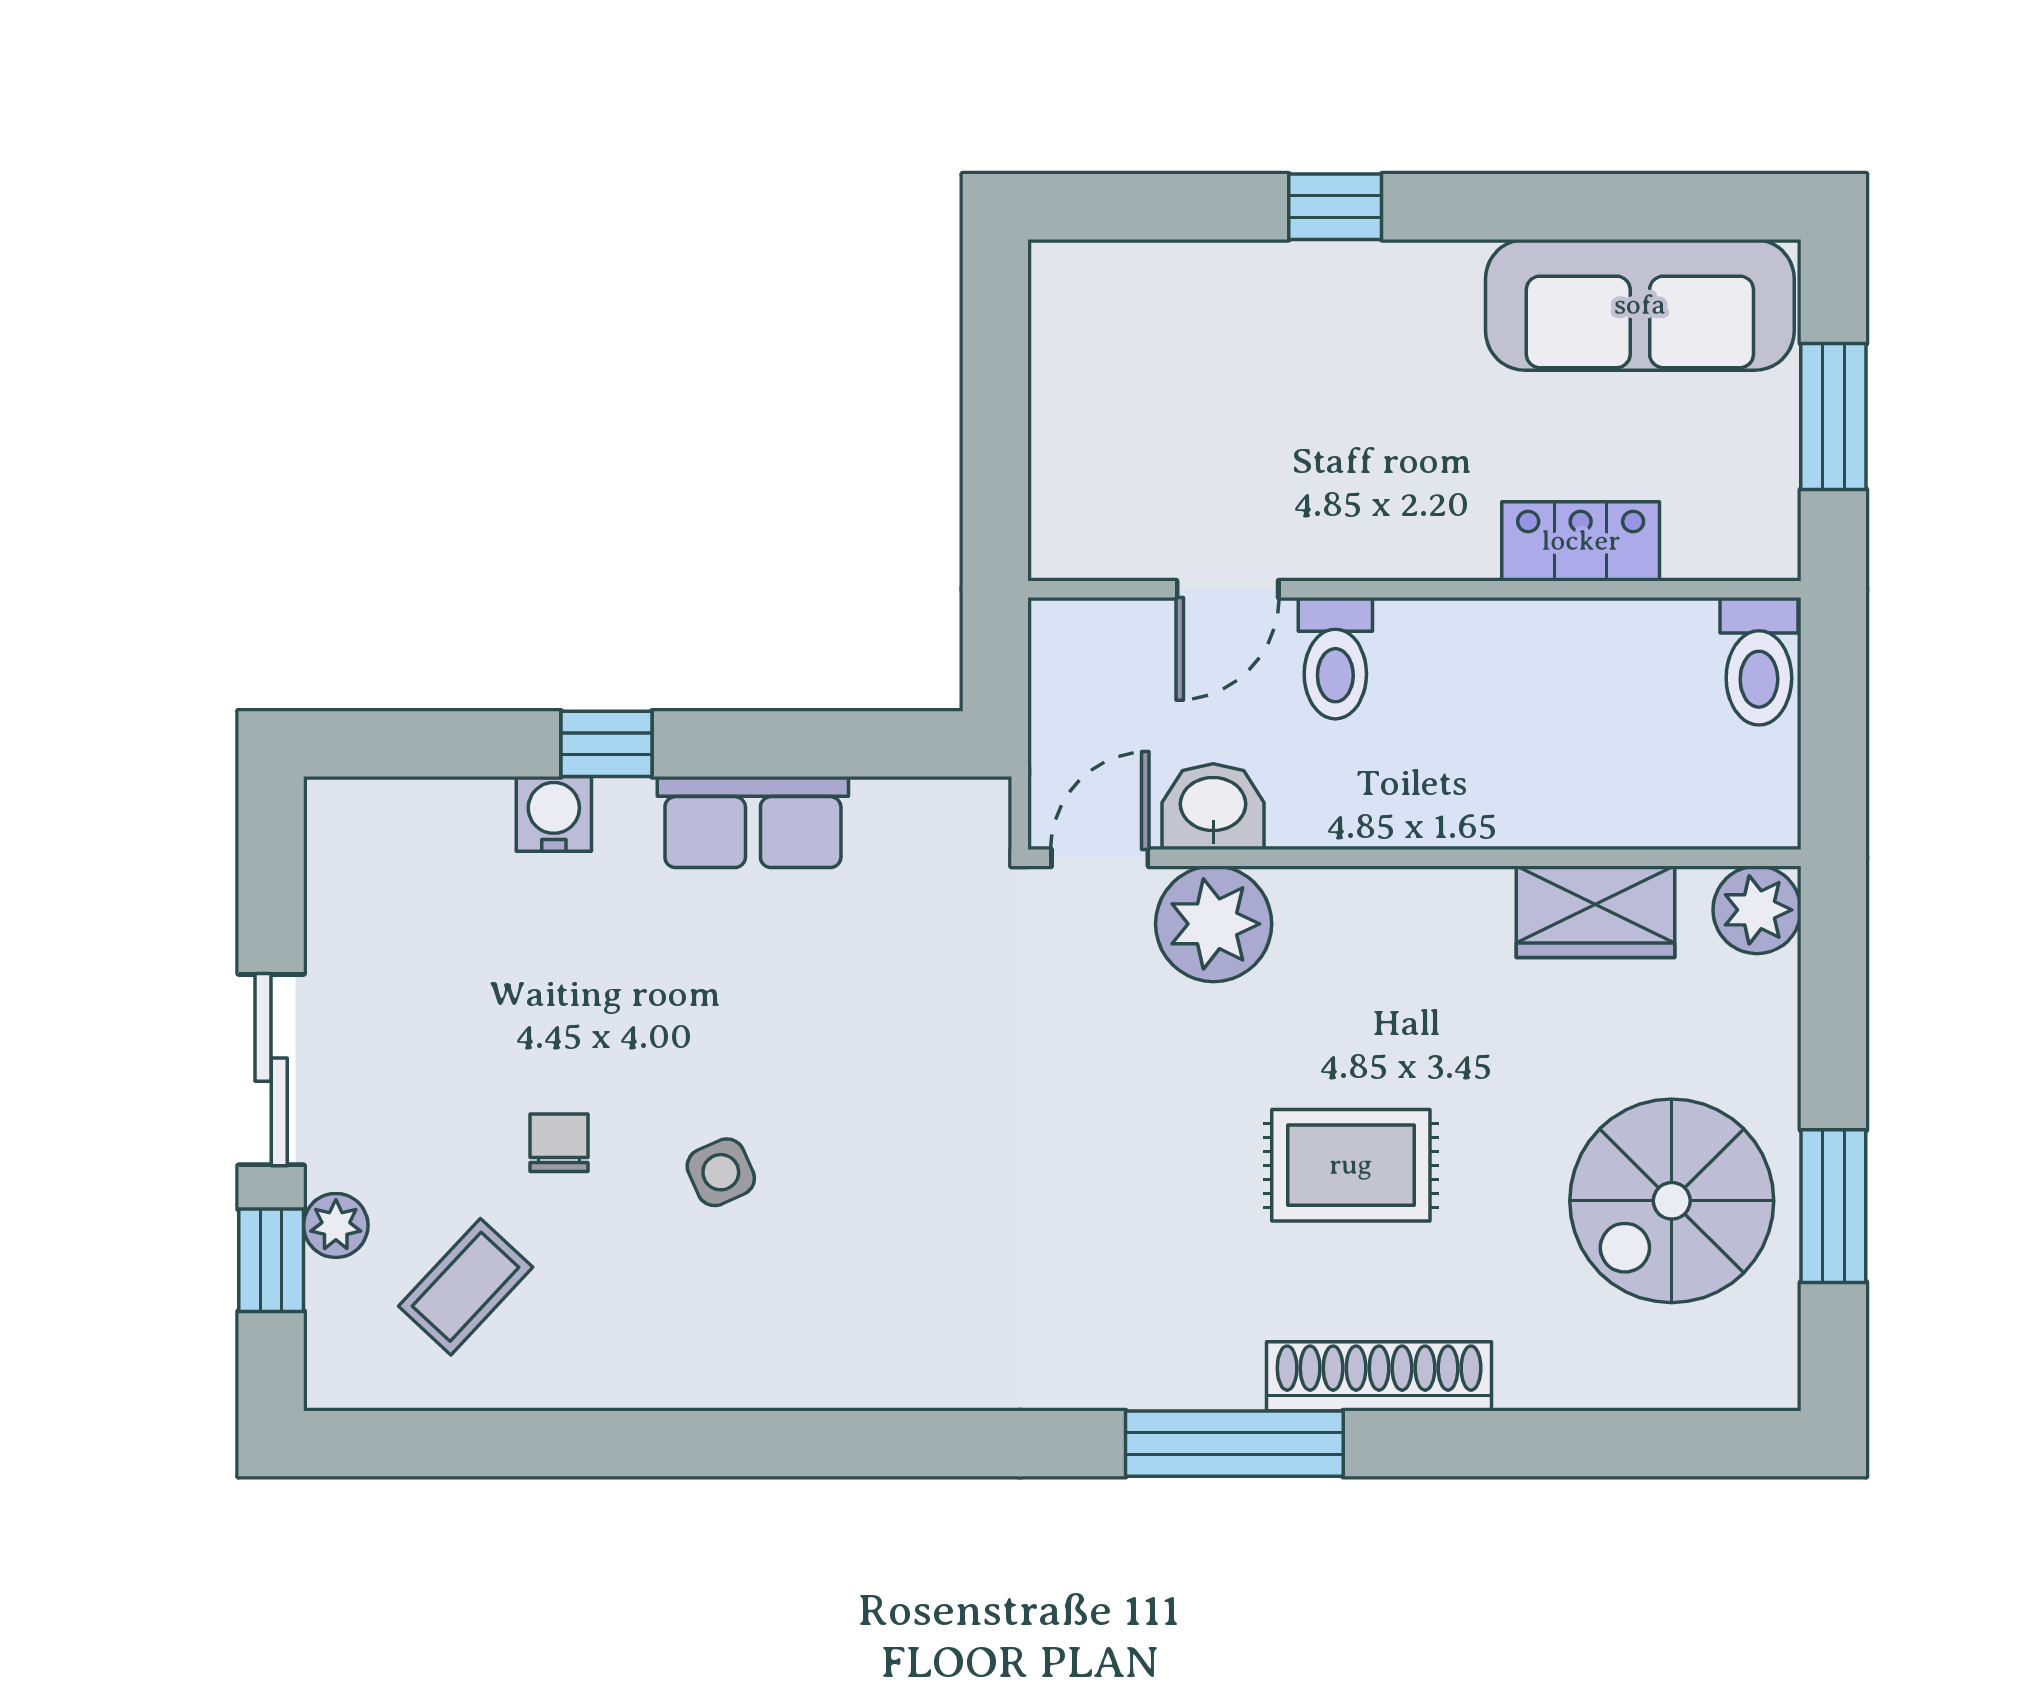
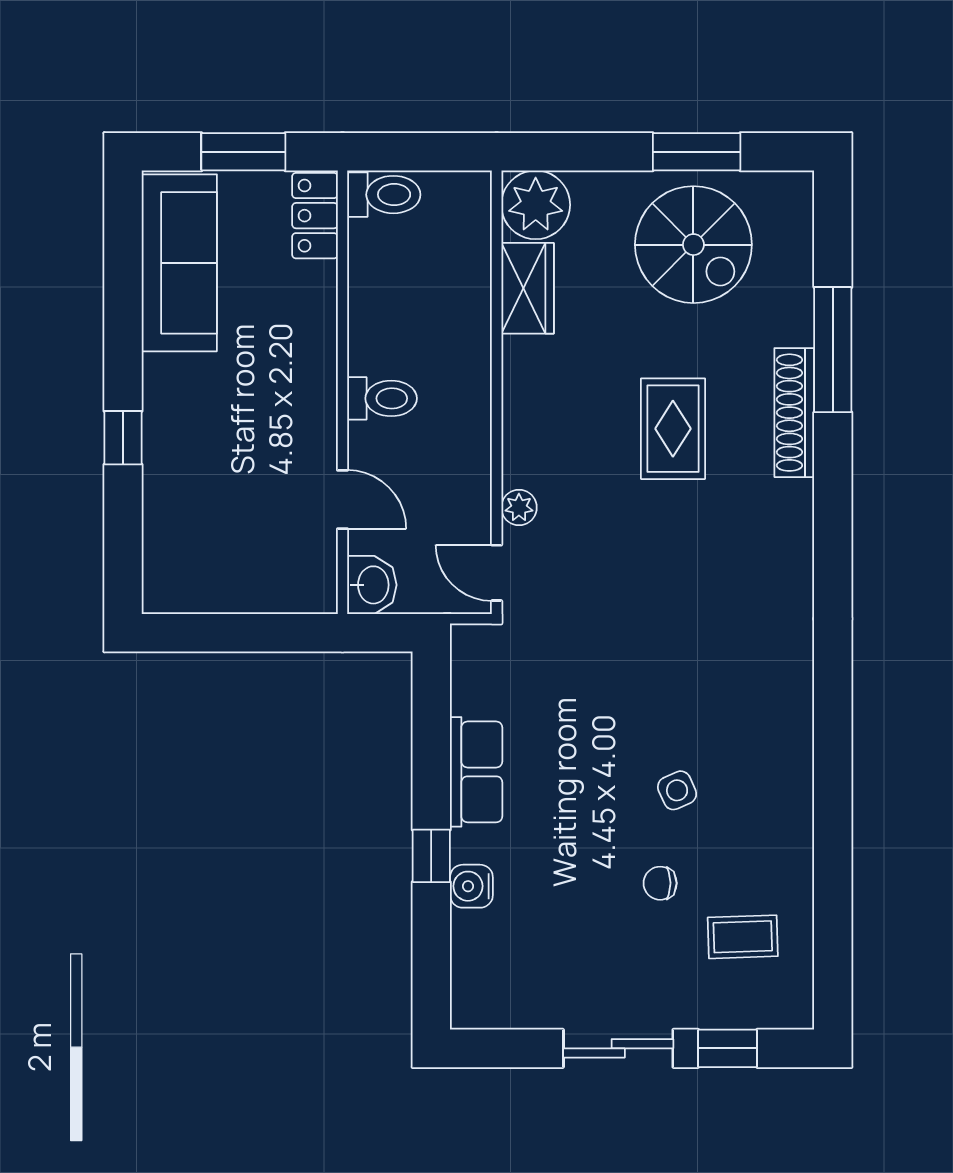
locker: (1581, 541) -> (315, 216), moved
toilet: (1335, 658) -> (382, 398), moved
washbasin: (1213, 807) -> (372, 585), moved, turned 180
plant: (1757, 910) -> (536, 205), width x1.36, depth x1.36
plant: (1214, 924) -> (519, 507), width x0.53, depth x0.53
plant: (336, 1225) -> (708, 1011), removed
coffee table: (466, 1287) -> (743, 937), turned -45
window: (1234, 1444) -> (833, 350), moved

